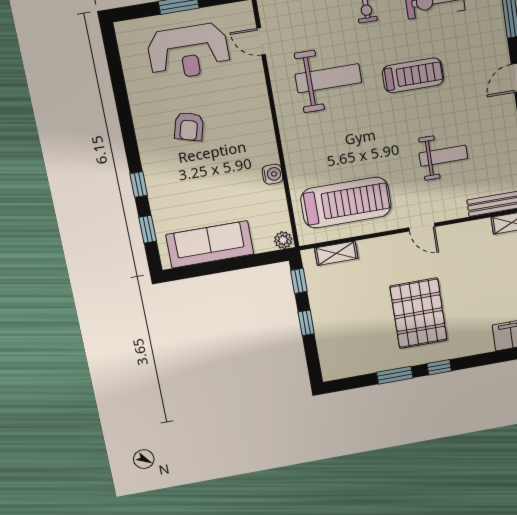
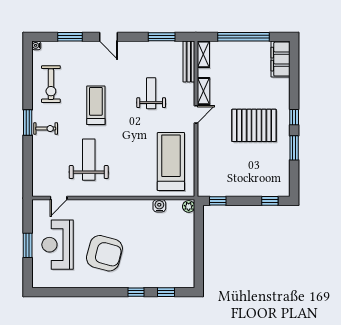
reception desk: (189, 52) -> (57, 245), turned 180
armchair: (189, 126) -> (104, 253), width x1.88, depth x1.88
water cooler: (272, 174) -> (159, 206), moved
sofa: (210, 244) -> (183, 254), removed
shelving: (336, 253) -> (203, 91), moved
window: (306, 323) -> (270, 201), moved

